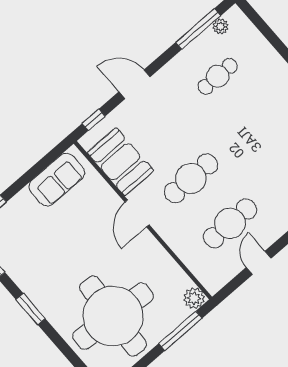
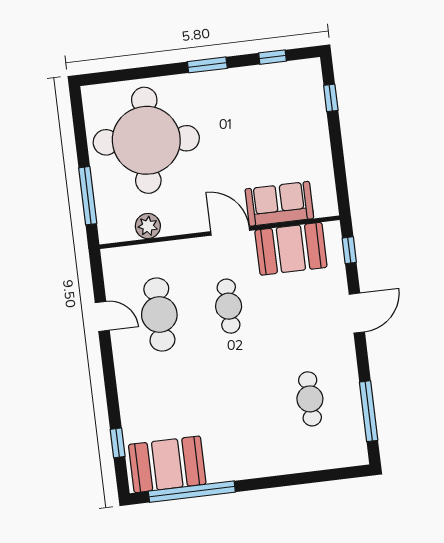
plant: (220, 26) -> (357, 434), removed
cafe table: (191, 178) -> (229, 306), width x0.73, depth x0.74
sofa: (57, 180) -> (279, 204), moved, turned 90
plant: (194, 298) -> (148, 226), moved

